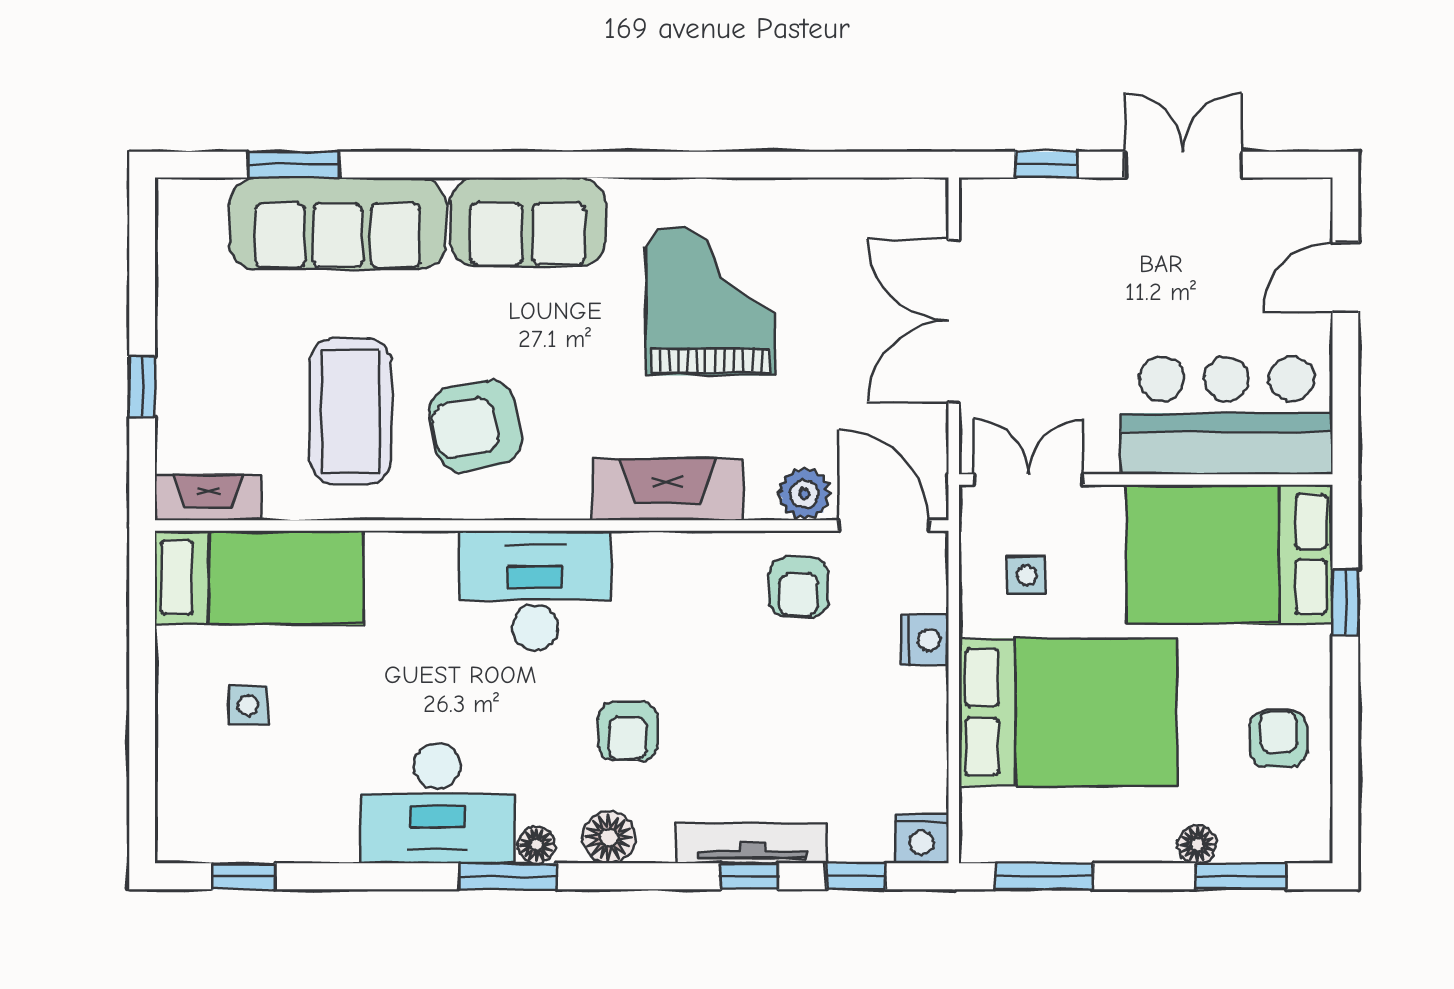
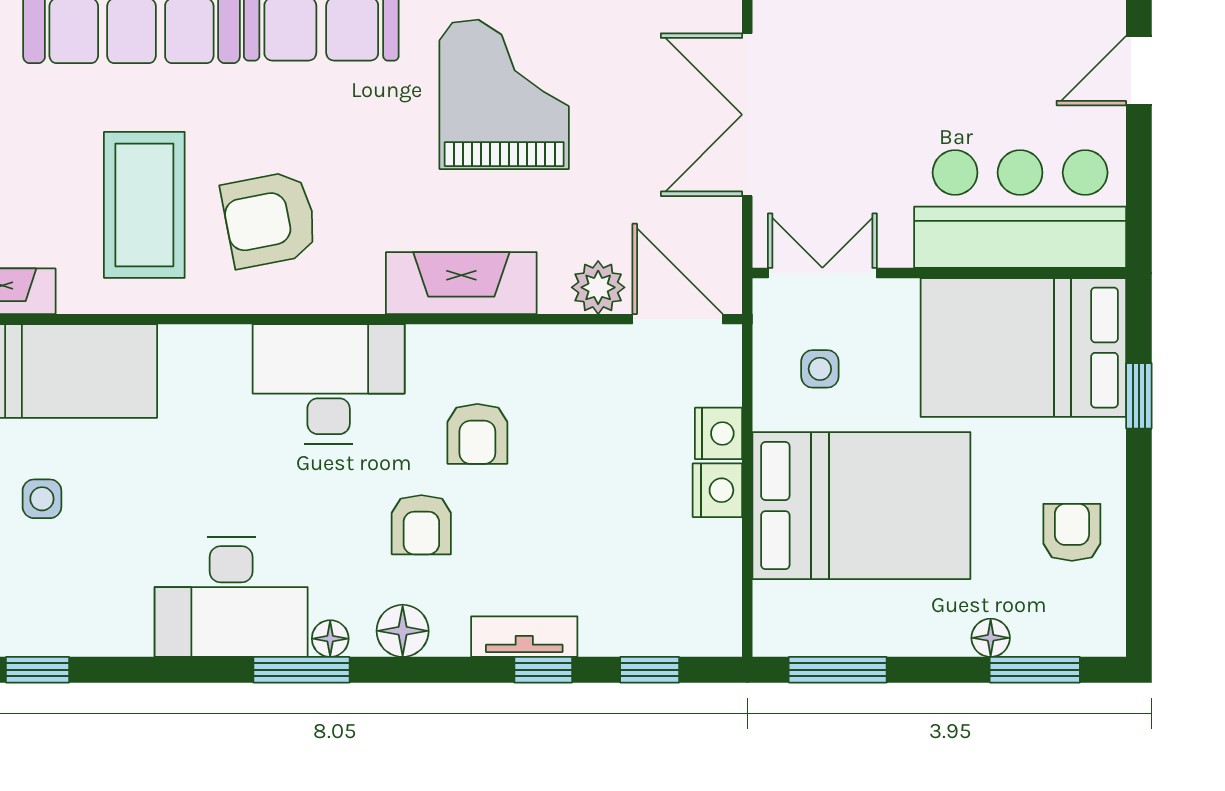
armchair: (798, 587) -> (477, 434), moved
nightstand: (922, 839) -> (717, 490), moved, turned -90
tv unit: (752, 843) -> (524, 637), width x0.71

